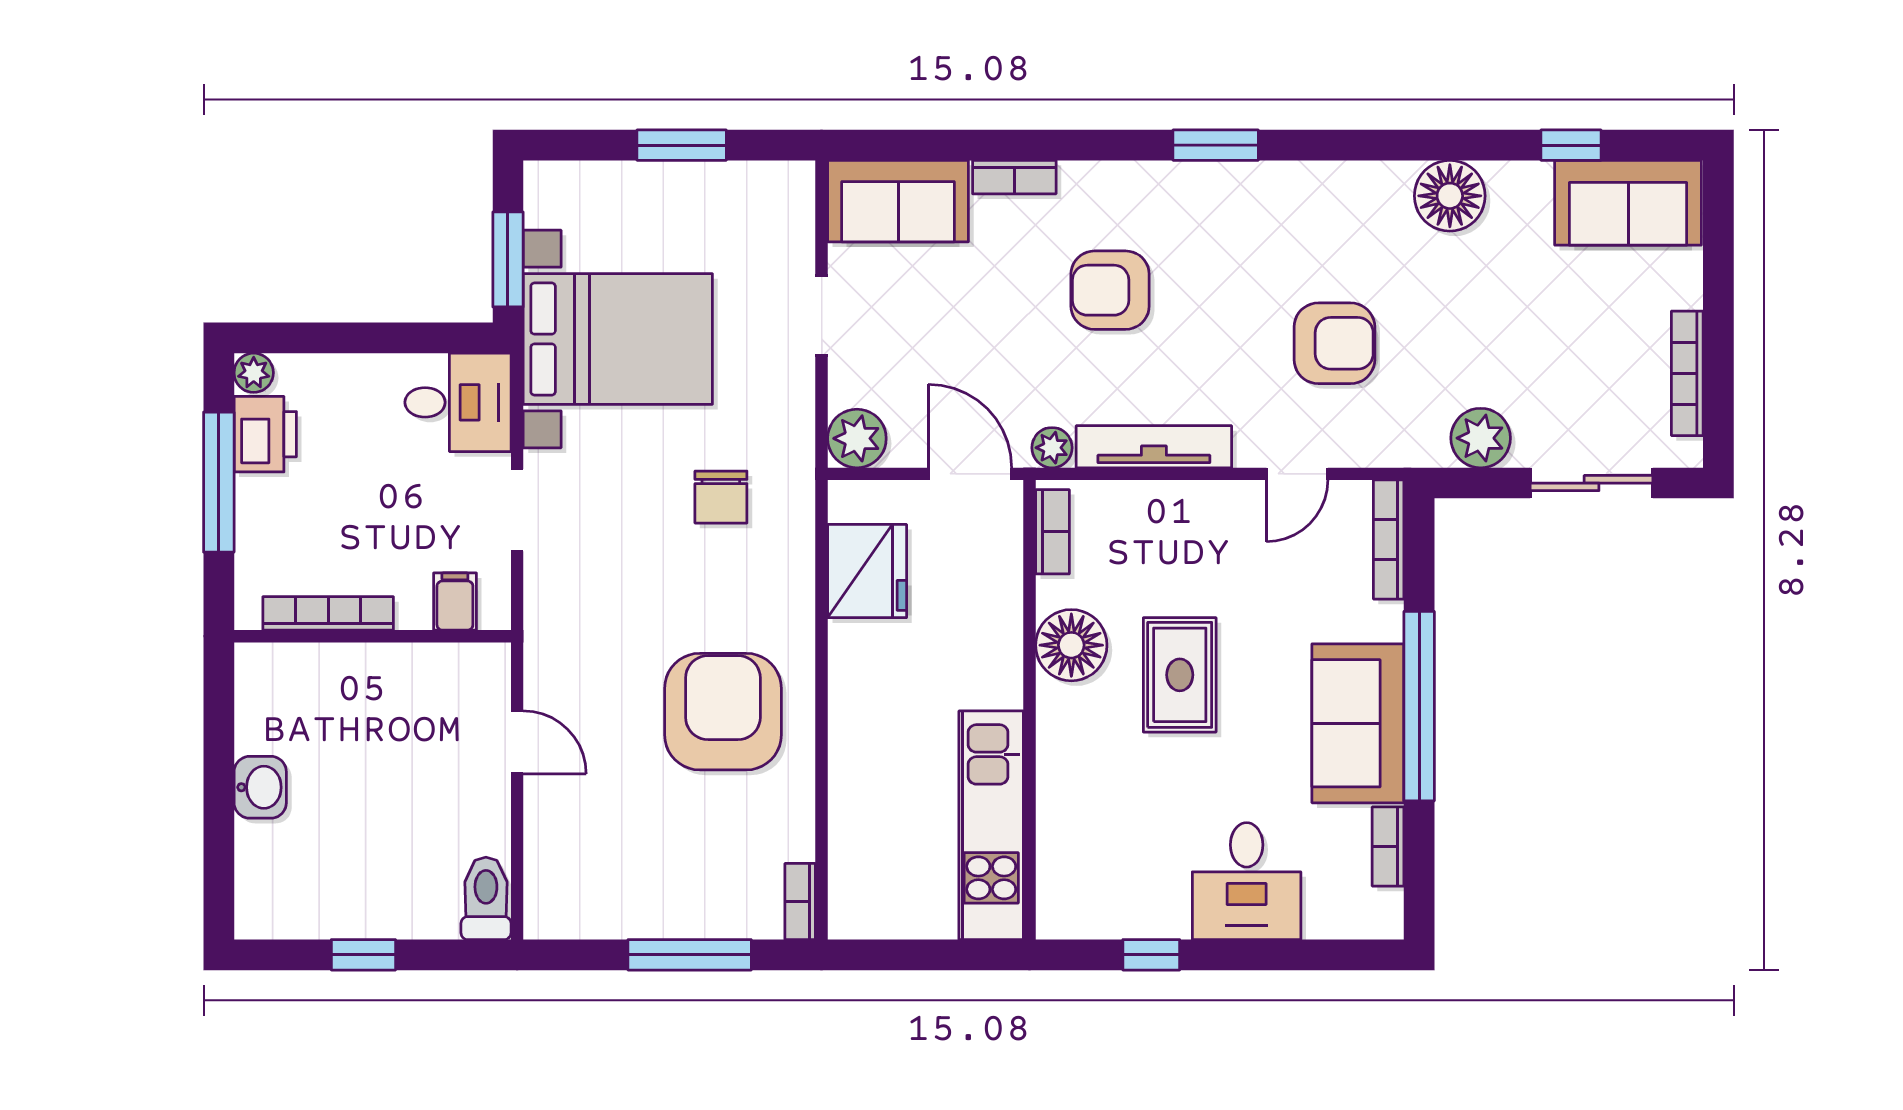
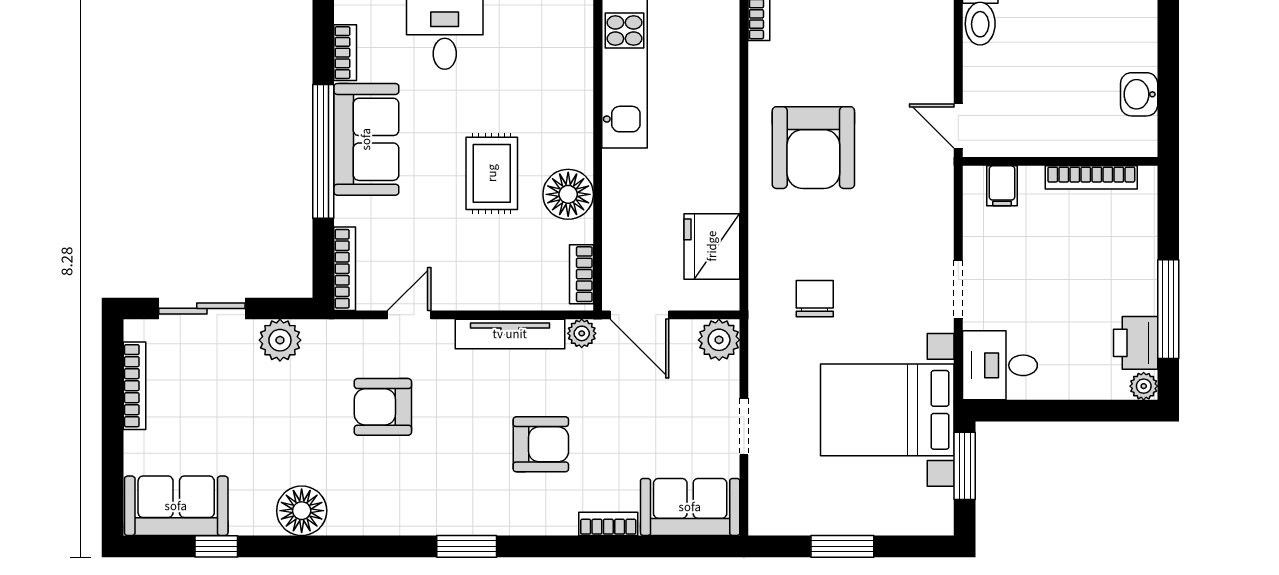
filing cabinet: (455, 602) -> (1002, 186), moved
bookcase: (328, 613) -> (1091, 177), moved
wall: (373, 636) -> (1060, 161), moved

